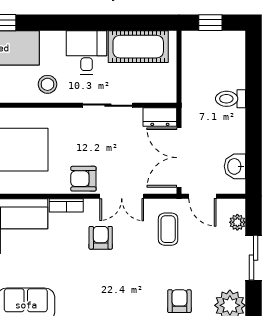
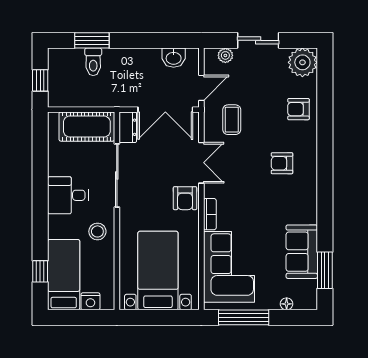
cot: (138, 47) -> (87, 127), moved, turned 90
window: (254, 78) -> (92, 40), added
toilet: (230, 99) -> (93, 62), moved
sliding door: (108, 105) -> (117, 175), width x1.37
coffee table: (168, 229) -> (232, 120), turned 90
armchair: (101, 238) -> (282, 163), moved

